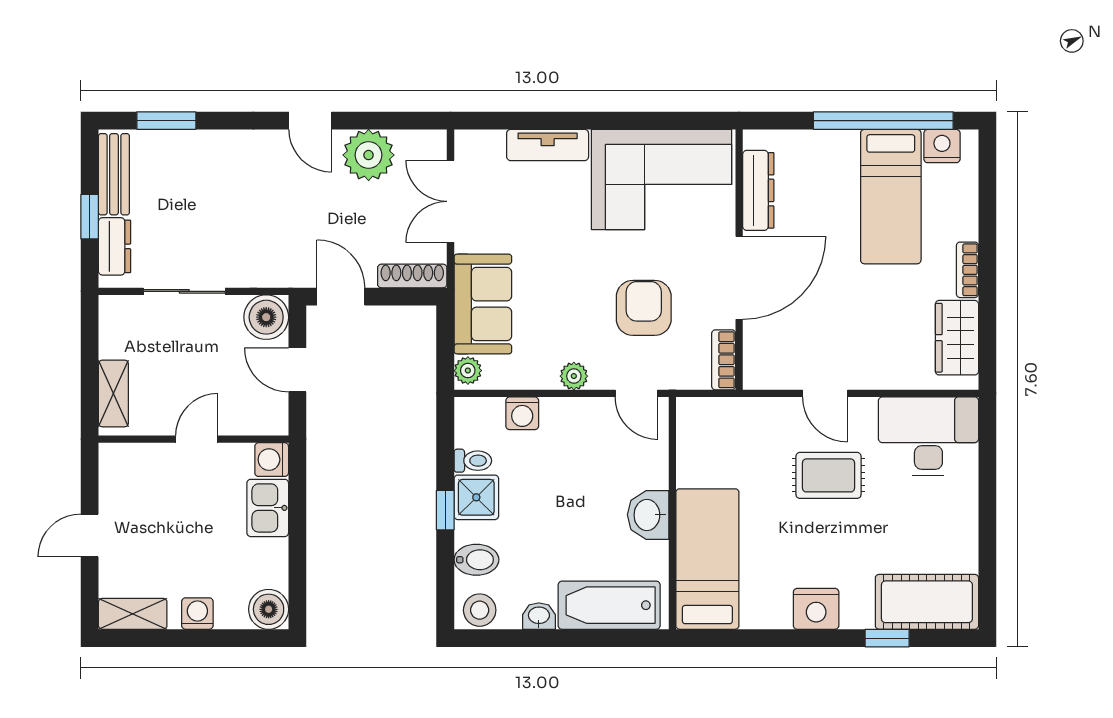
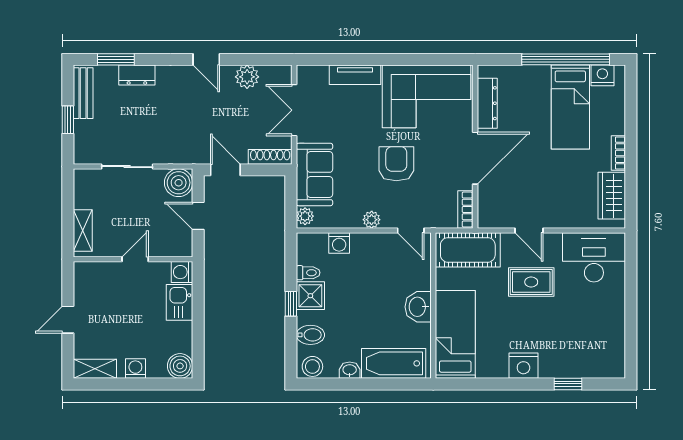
plant: (369, 155) -> (247, 77), width x0.73, depth x0.73
dresser: (115, 246) -> (137, 75), moved, turned 90
armchair: (644, 308) -> (396, 164), moved
cot: (927, 602) -> (468, 250), moved

